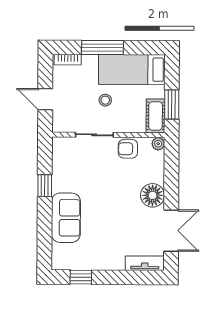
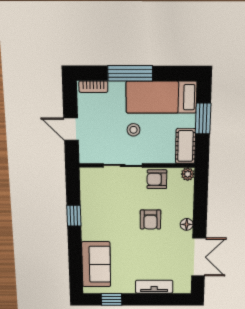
window: (172, 104) -> (203, 119), moved
armchair: (122, 190) -> (150, 219), added
floor lamp: (153, 195) -> (187, 224), width x0.53, depth x0.53
sofa: (66, 218) -> (96, 264), moved
tv unit: (145, 263) -> (154, 287), moved

